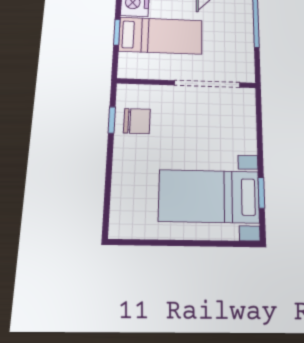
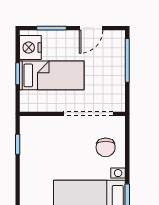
chair: (137, 121) -> (106, 147), moved, turned 90

